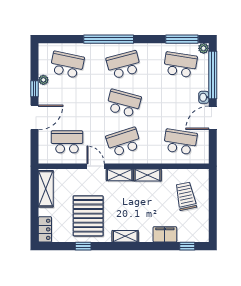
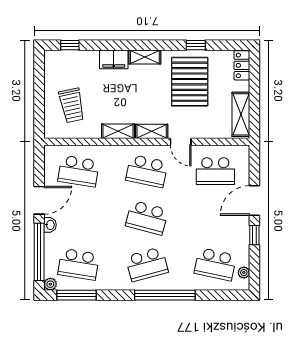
plant: (43, 80) -> (244, 273), moved
school desk: (124, 142) -> (147, 171), turned 30
filing cabinet: (165, 234) -> (114, 59), moved

